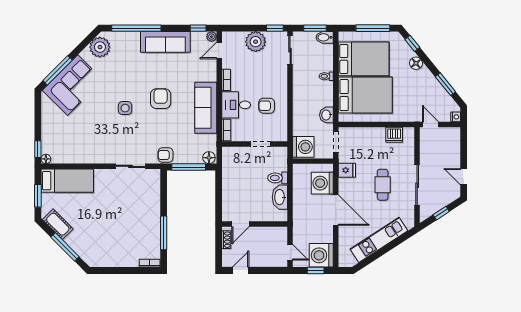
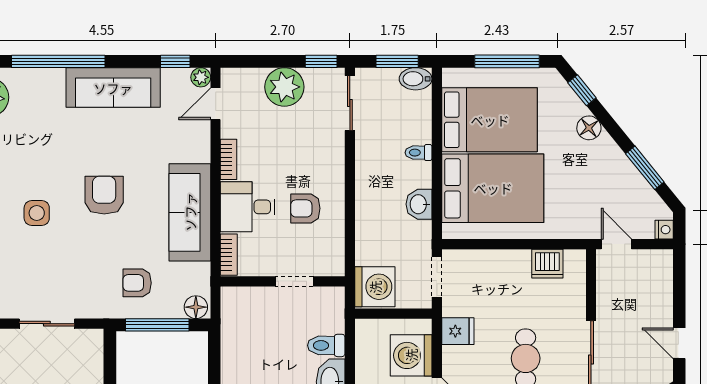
washbasin: (326, 115) -> (419, 204), moved
armchair: (166, 155) -> (137, 283), moved

